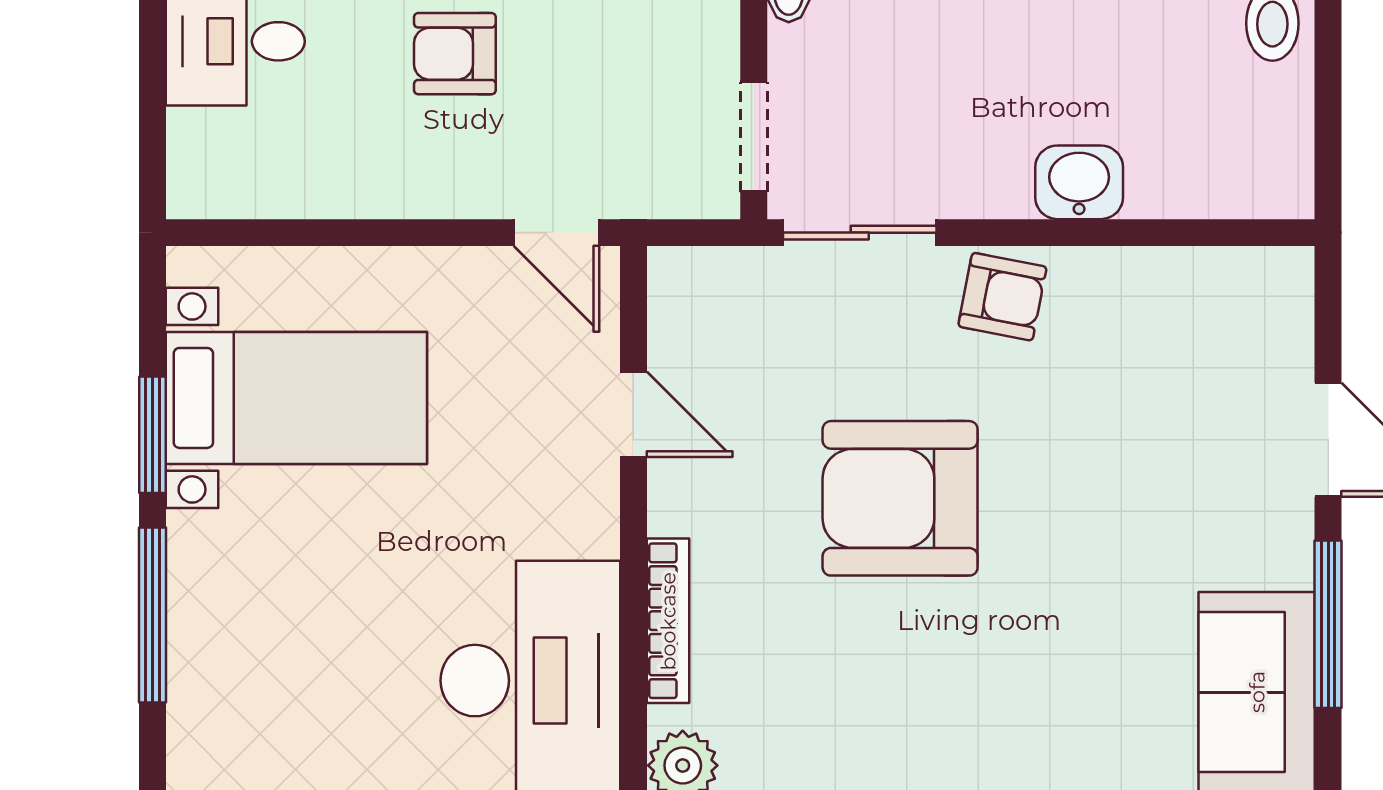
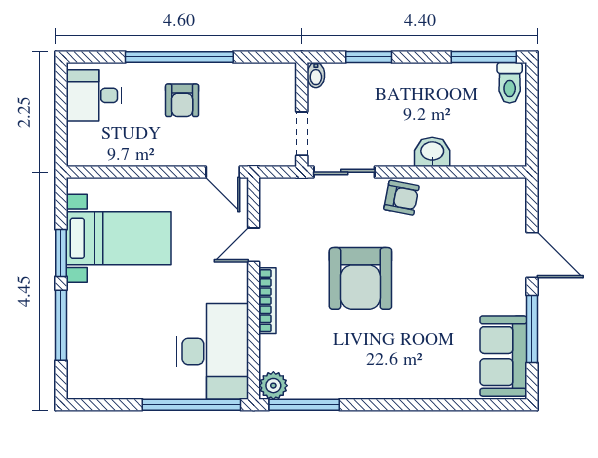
armchair: (455, 54) -> (182, 100), turned -90
door: (633, 414) -> (254, 245), swing flipped
armchair: (900, 498) -> (360, 278), turned -90
bookcase: (668, 621) -> (267, 301), moved

